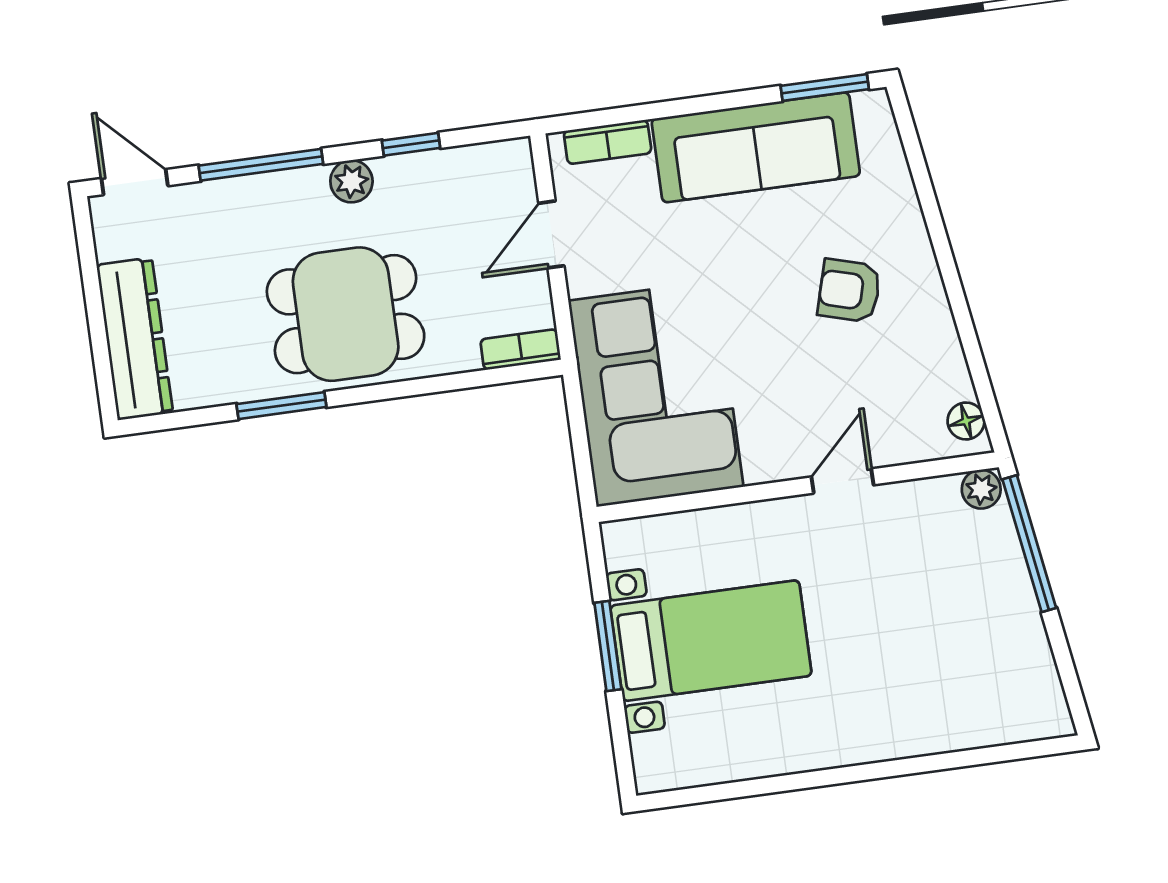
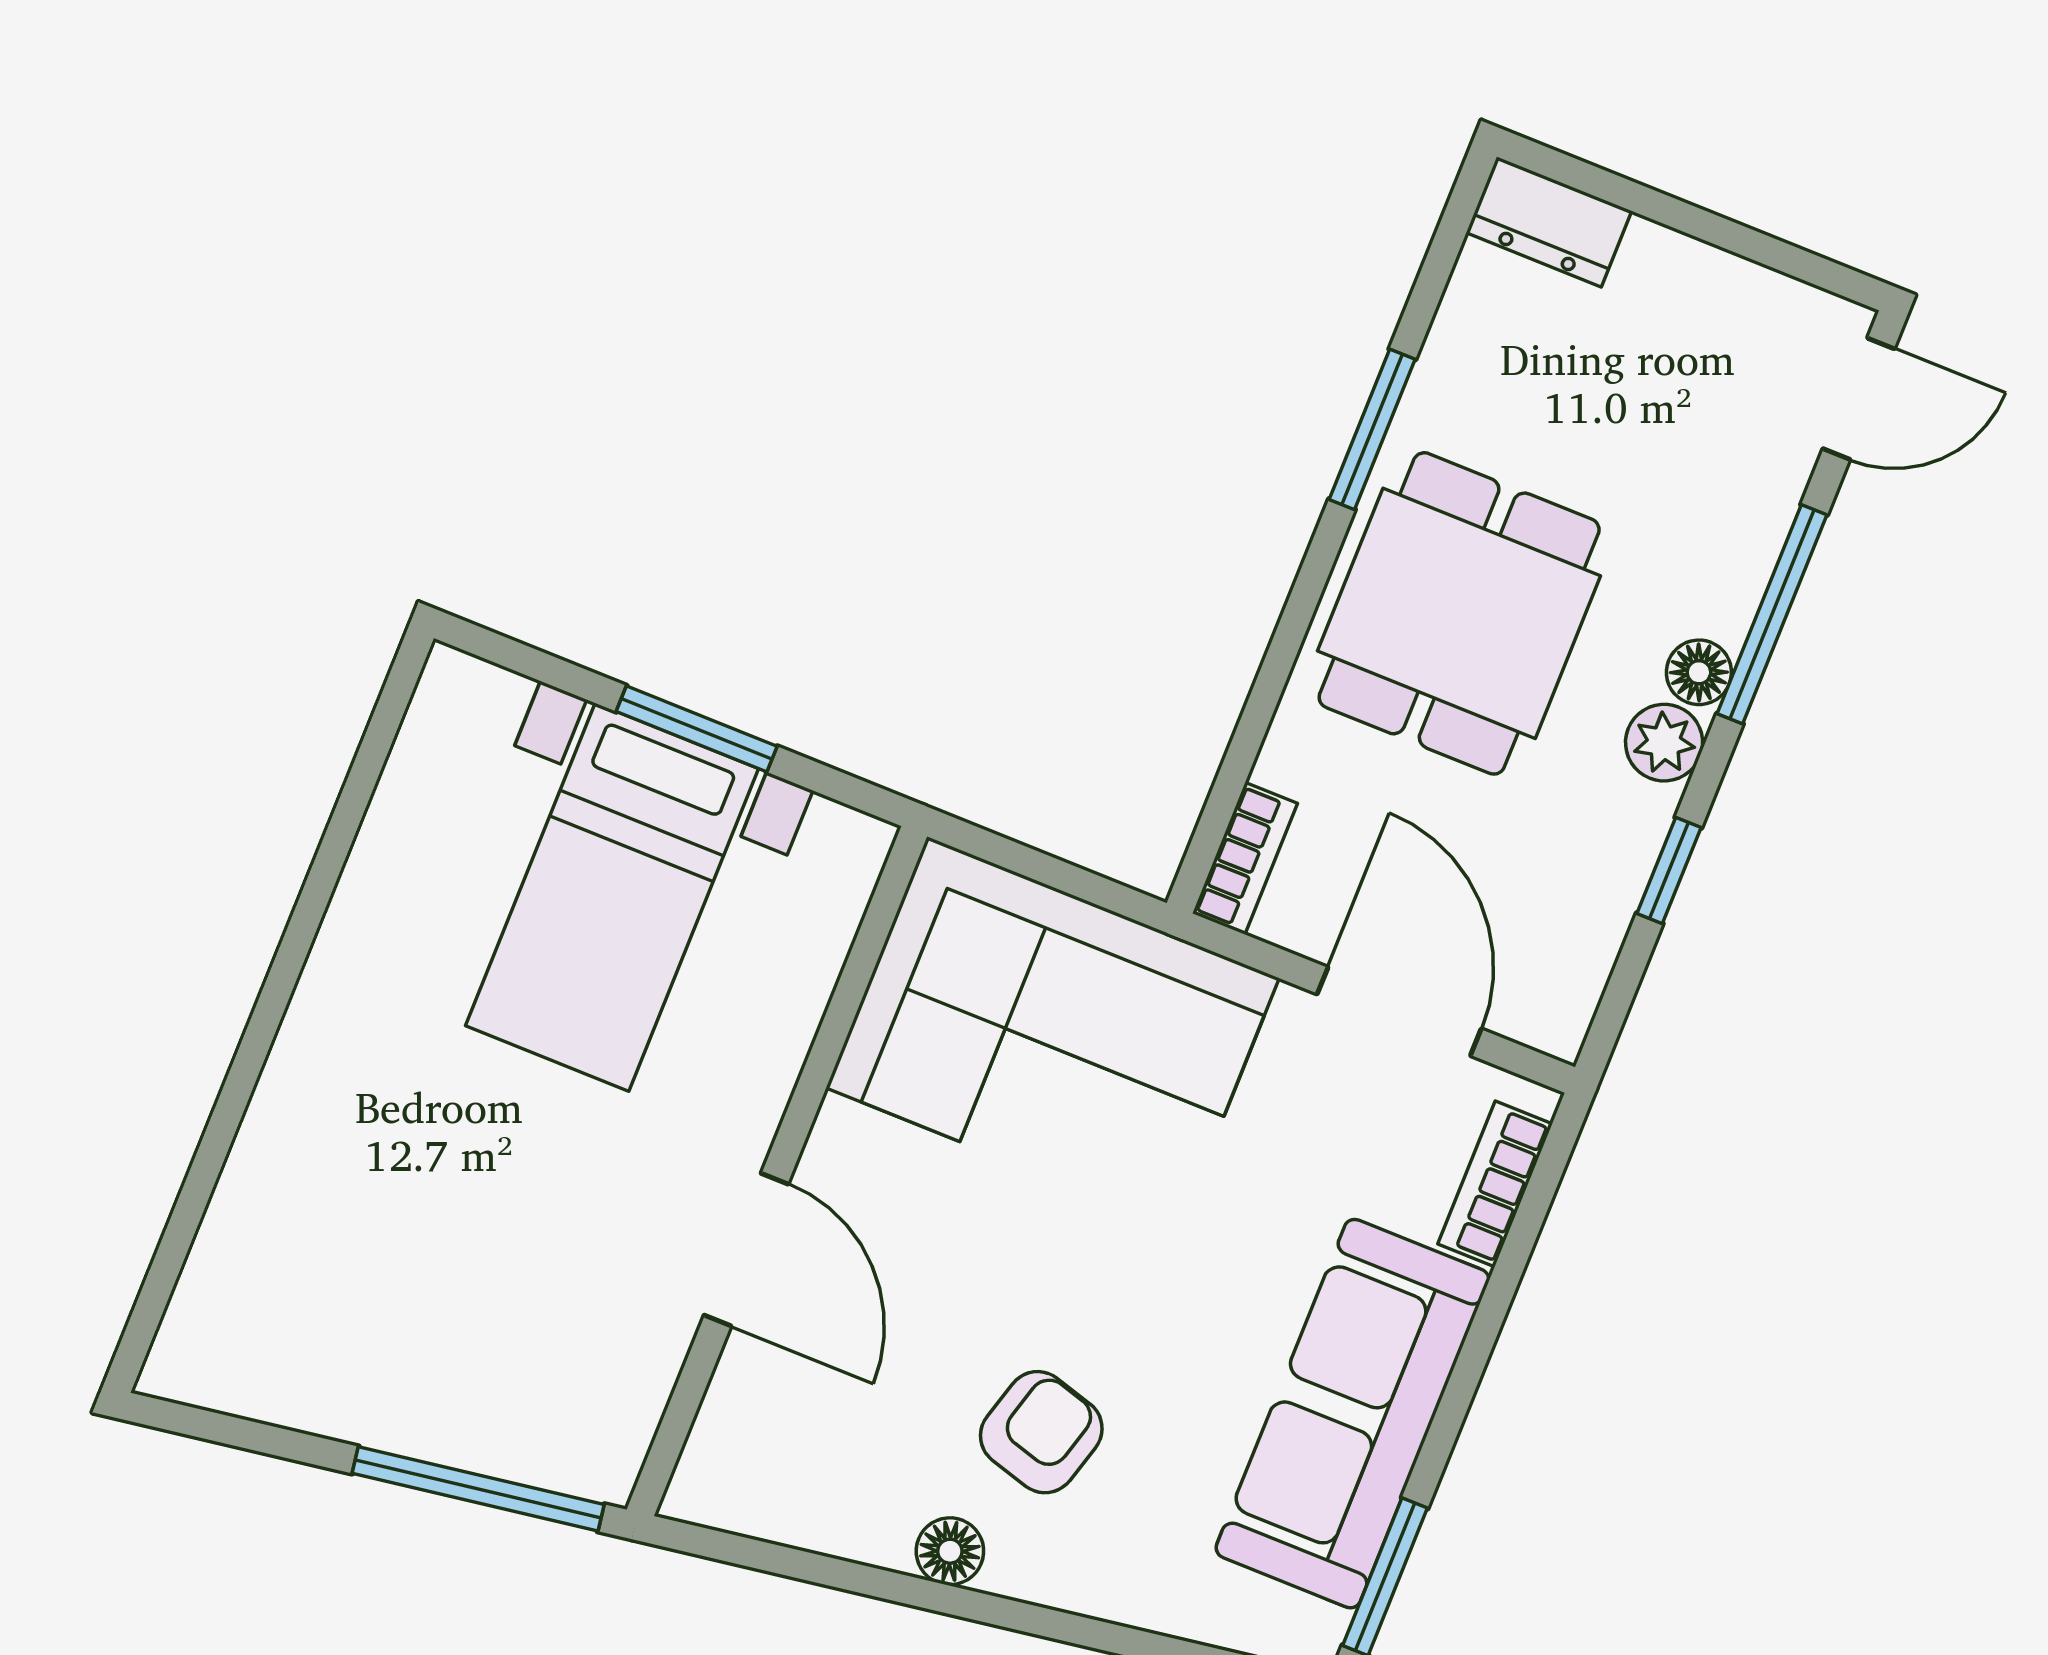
floor lamp: (308, 184) -> (1699, 672), added
door: (551, 234) -> (1399, 1011), width x1.38
dresser: (135, 339) -> (1549, 222), width x0.51, depth x0.80
floor lamp: (966, 421) -> (950, 1551), moved
door: (843, 481) -> (746, 1250), width x1.38
plant: (981, 489) -> (608, 1462), removed

